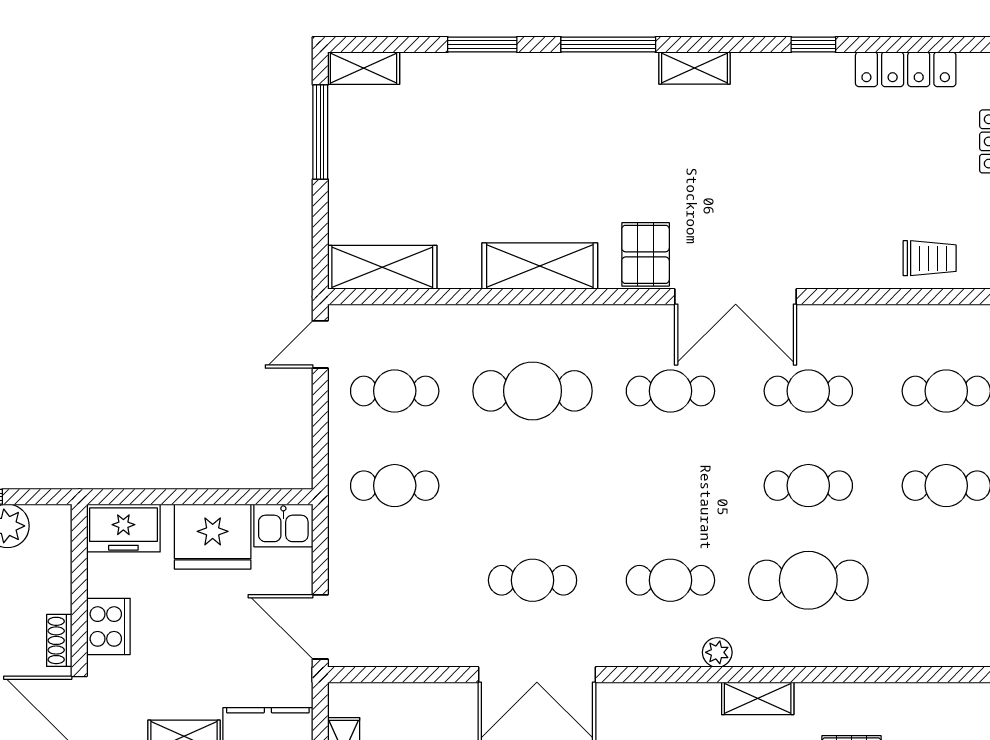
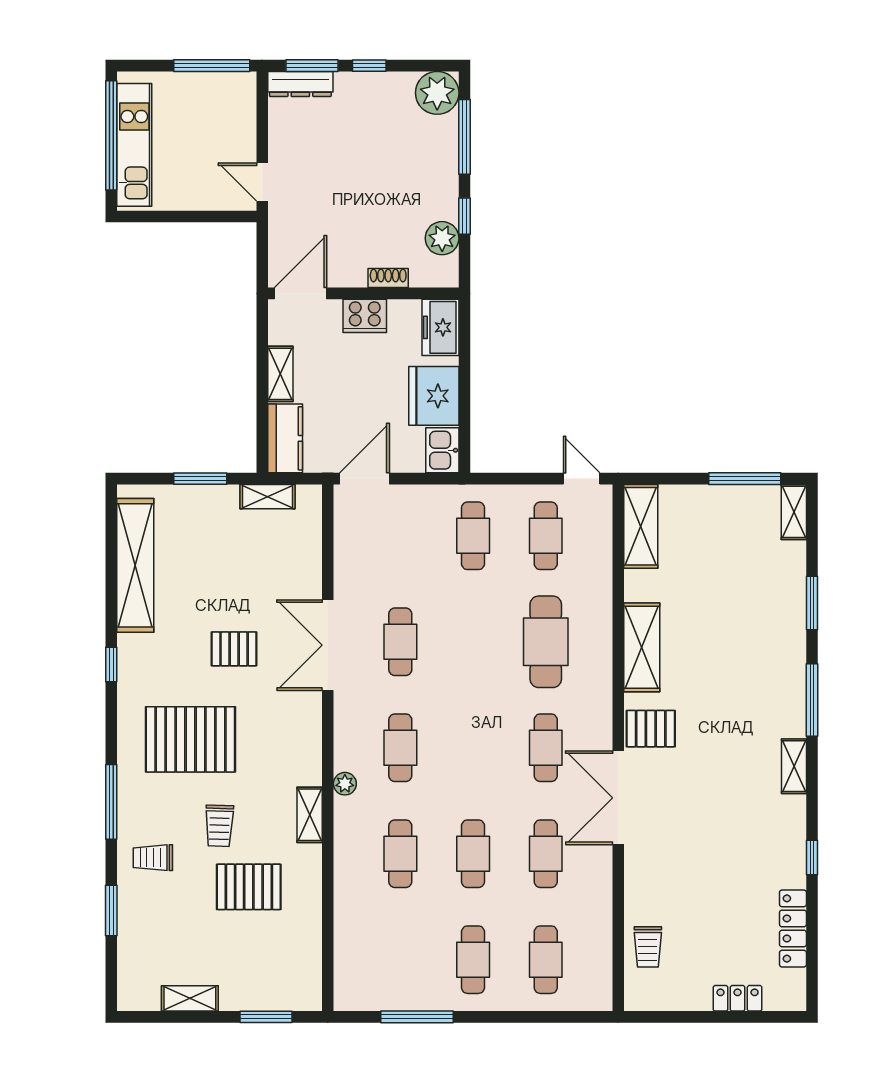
cafe table: (808, 580) -> (400, 854), width x0.73, depth x0.74
shoe rack: (59, 640) -> (388, 278), moved

